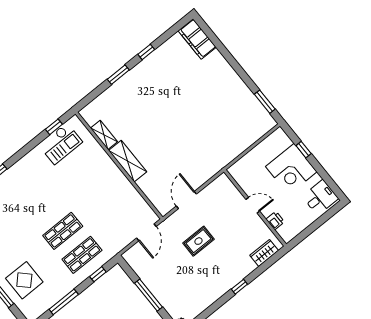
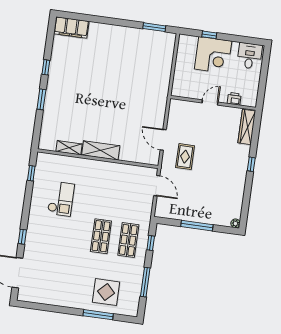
checkout: (61, 144) -> (61, 199), moved
rug: (198, 241) -> (185, 157), moved
wardrobe: (264, 253) -> (247, 127), width x1.50

